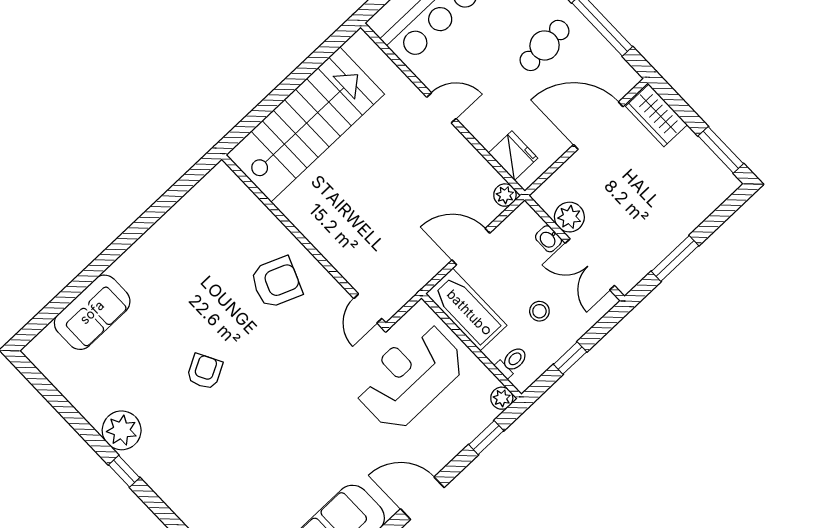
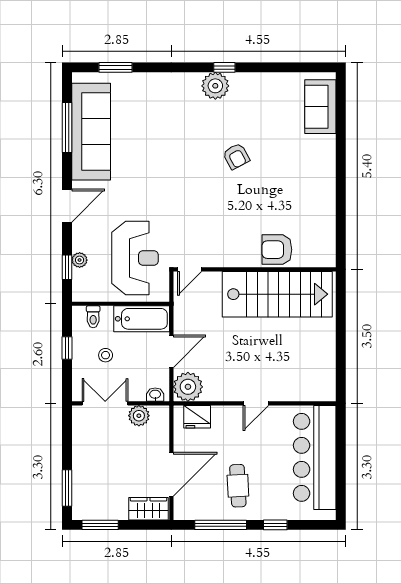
stairs: (305, 124) -> (277, 294), moved, turned -90
plant: (505, 195) -> (188, 387), width x1.87, depth x1.87
washbasin: (549, 239) -> (155, 395), moved
window: (675, 258) -> (67, 488), moved
armchair: (276, 282) -> (277, 250), moved, turned 68
door: (368, 308) -> (190, 269), swing flipped
sofa: (92, 312) -> (320, 107), moved
plant: (502, 398) -> (80, 260), moved
plant: (122, 430) -> (215, 86), moved

